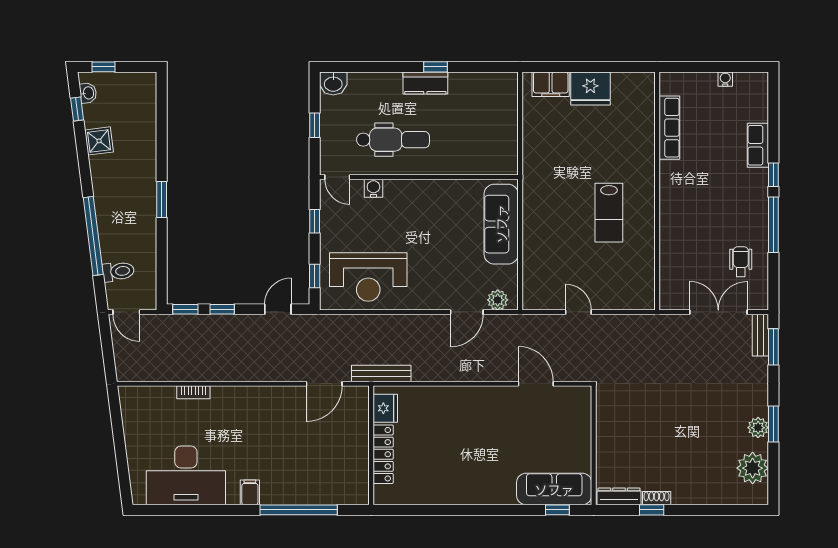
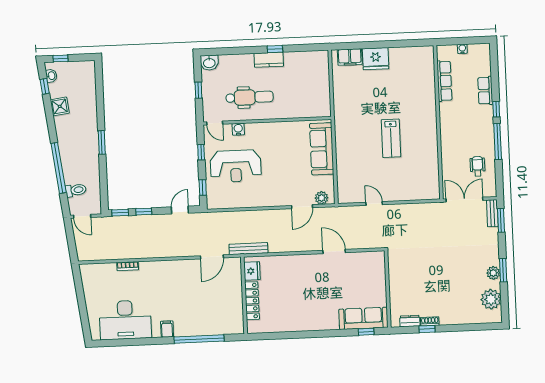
row of seats: (669, 128) -> (444, 81), moved
wall: (657, 191) -> (438, 122), moved
reception desk: (368, 277) -> (236, 166), moved
door: (536, 384) -> (334, 252), moved
dresser: (619, 496) -> (410, 321), width x0.70

